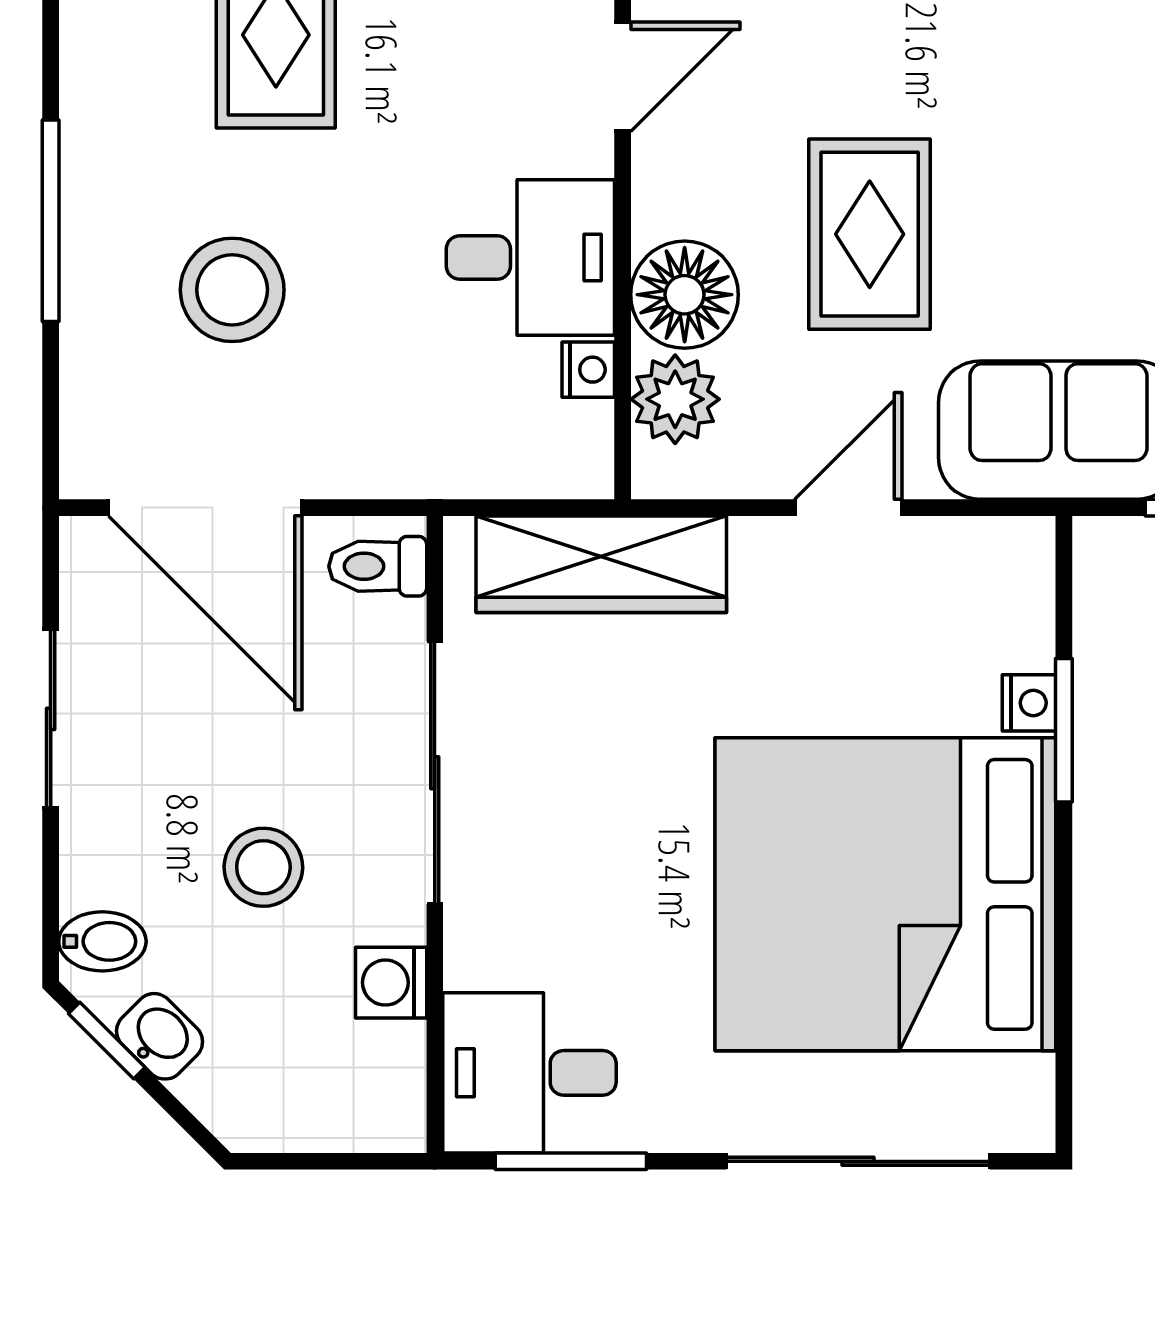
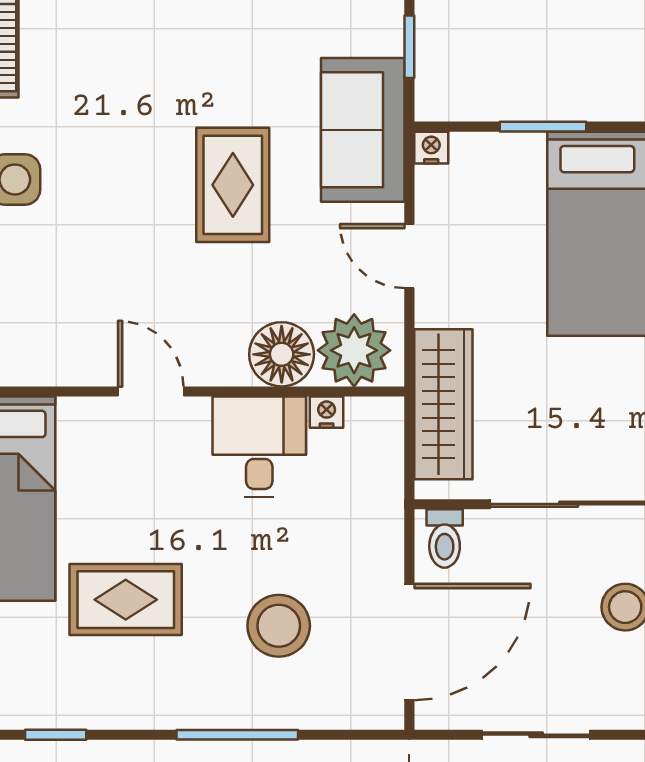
rug: (870, 234) -> (233, 185), moved, turned 90
plant: (675, 399) -> (354, 350), width x1.36, depth x1.36
nightstand: (1029, 703) -> (431, 148), moved

